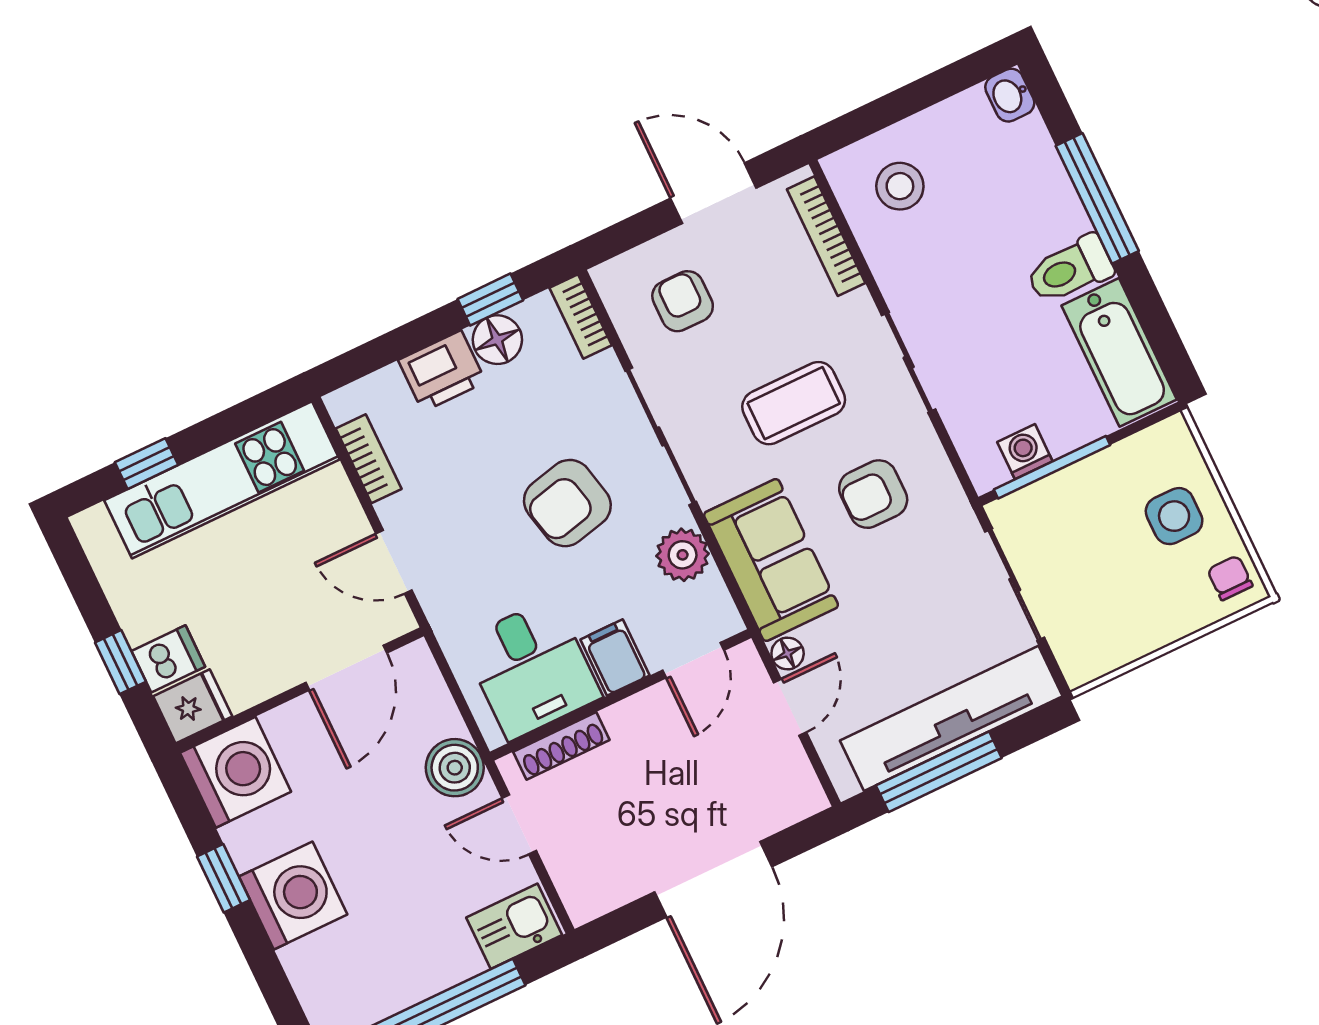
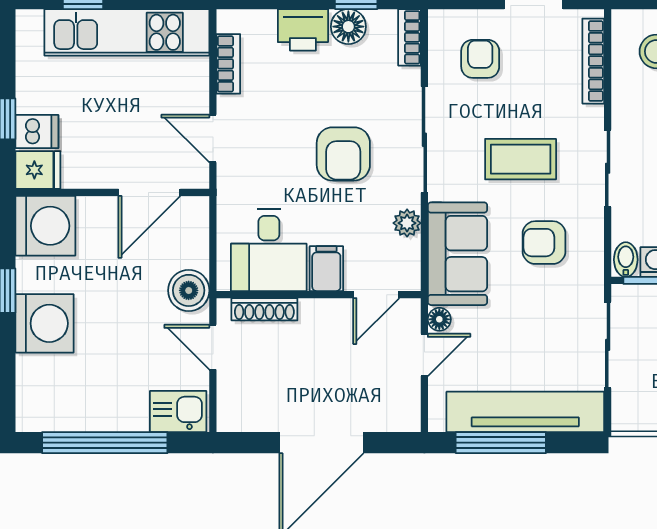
bidet: (986, 466) -> (626, 260), added
armchair: (567, 503) -> (343, 154), turned -77
plant: (683, 555) -> (407, 223), width x0.73, depth x0.73

